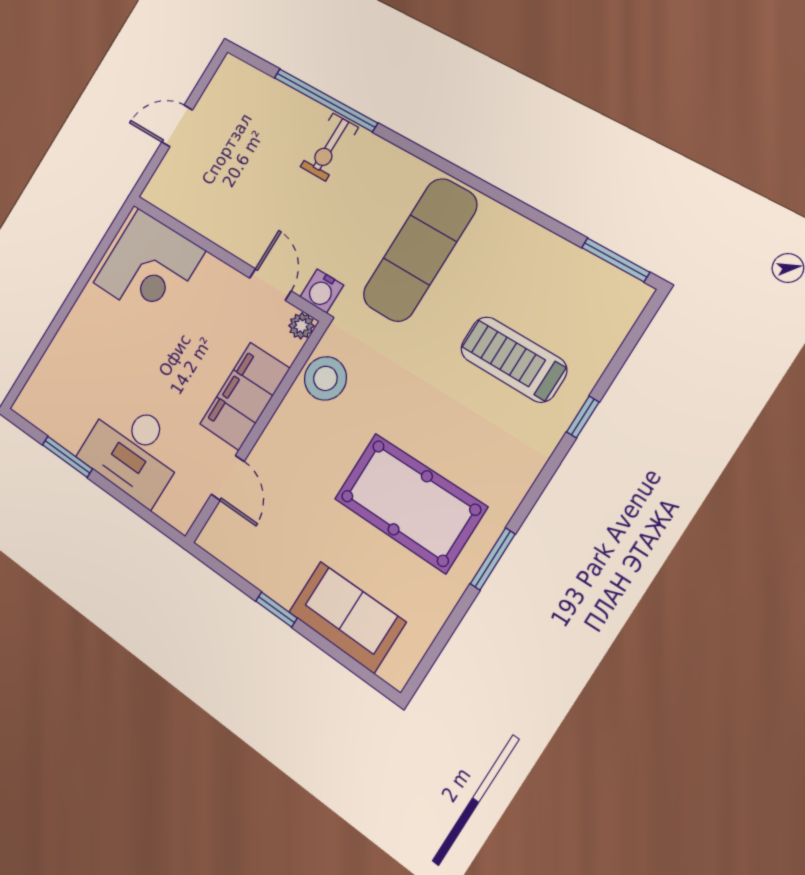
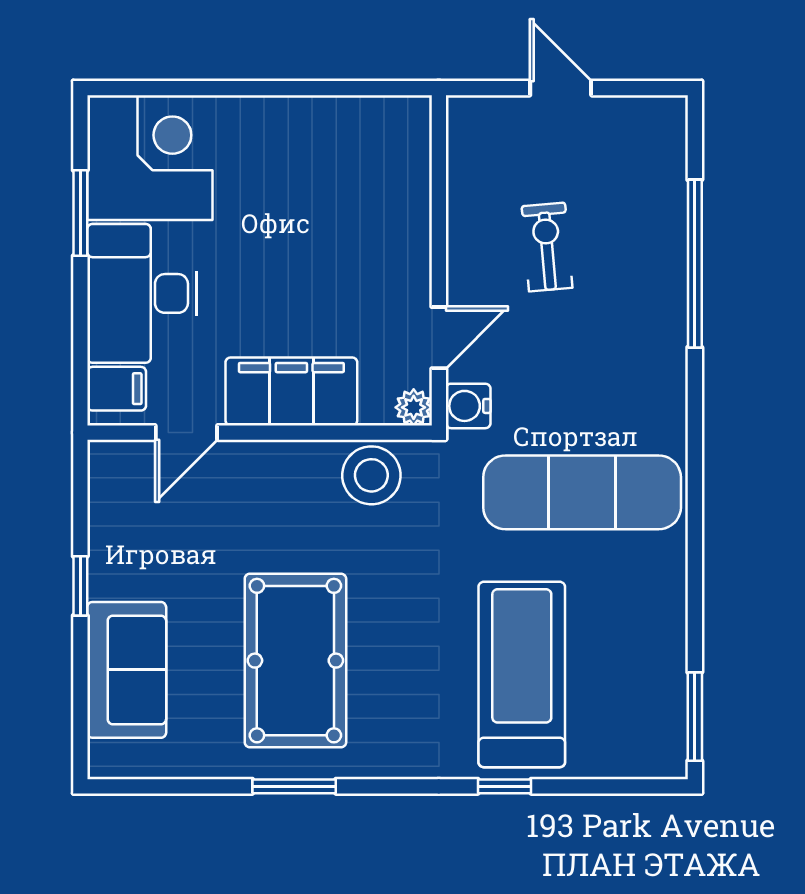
exercise bike: (329, 147) -> (547, 247), moved, turned 85
corner desk: (149, 267) -> (150, 158), moved, turned 180
treadmill: (513, 359) -> (522, 674), width x1.37, depth x1.38
filing cabinet: (176, 504) -> (117, 389), added

